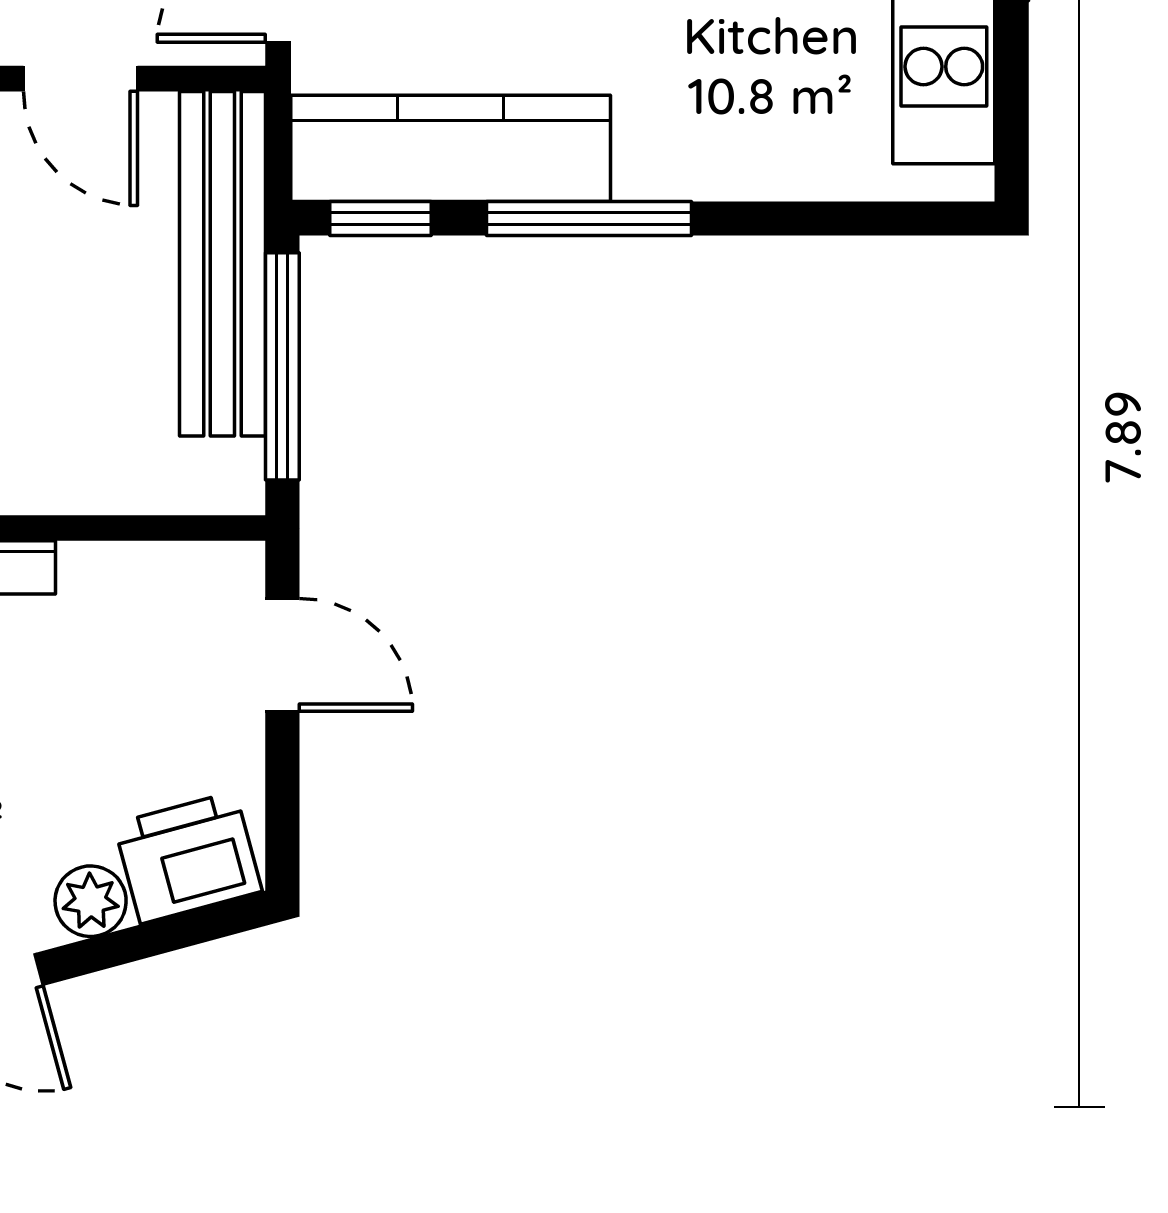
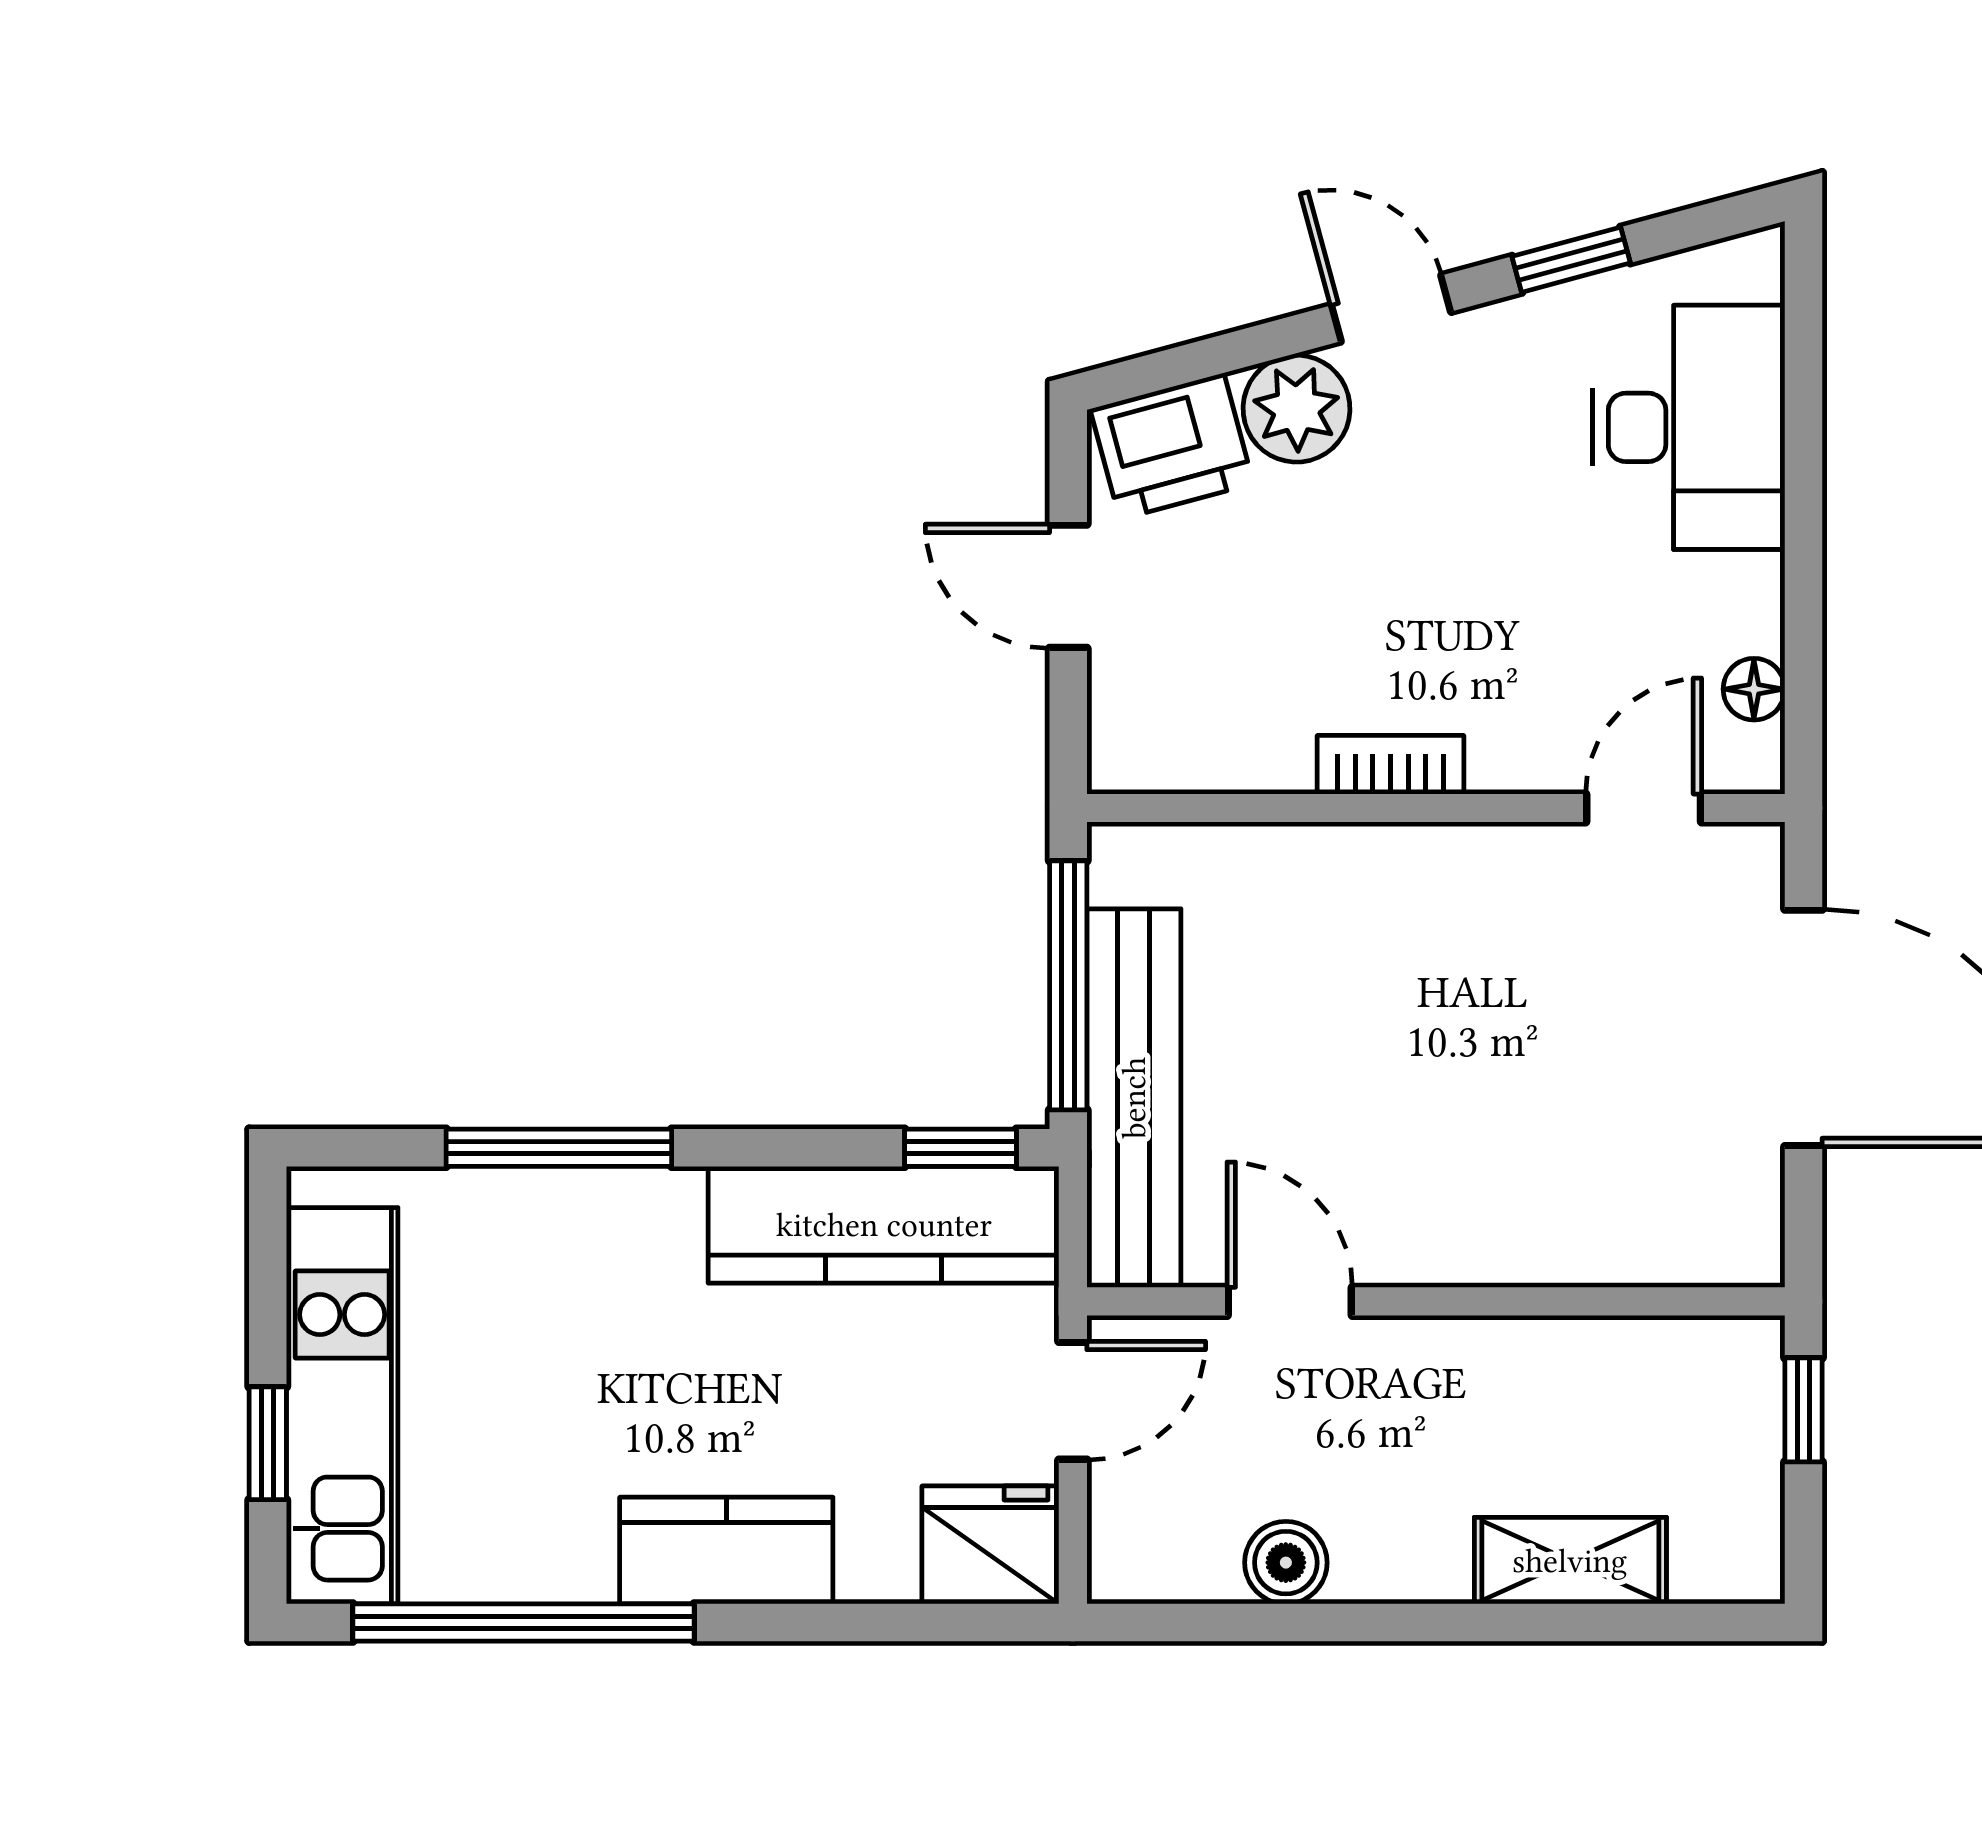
window: (589, 218) -> (559, 1148), moved
door: (282, 655) -> (1068, 586), moved
plant: (91, 901) -> (1297, 409), width x1.38, depth x1.38

